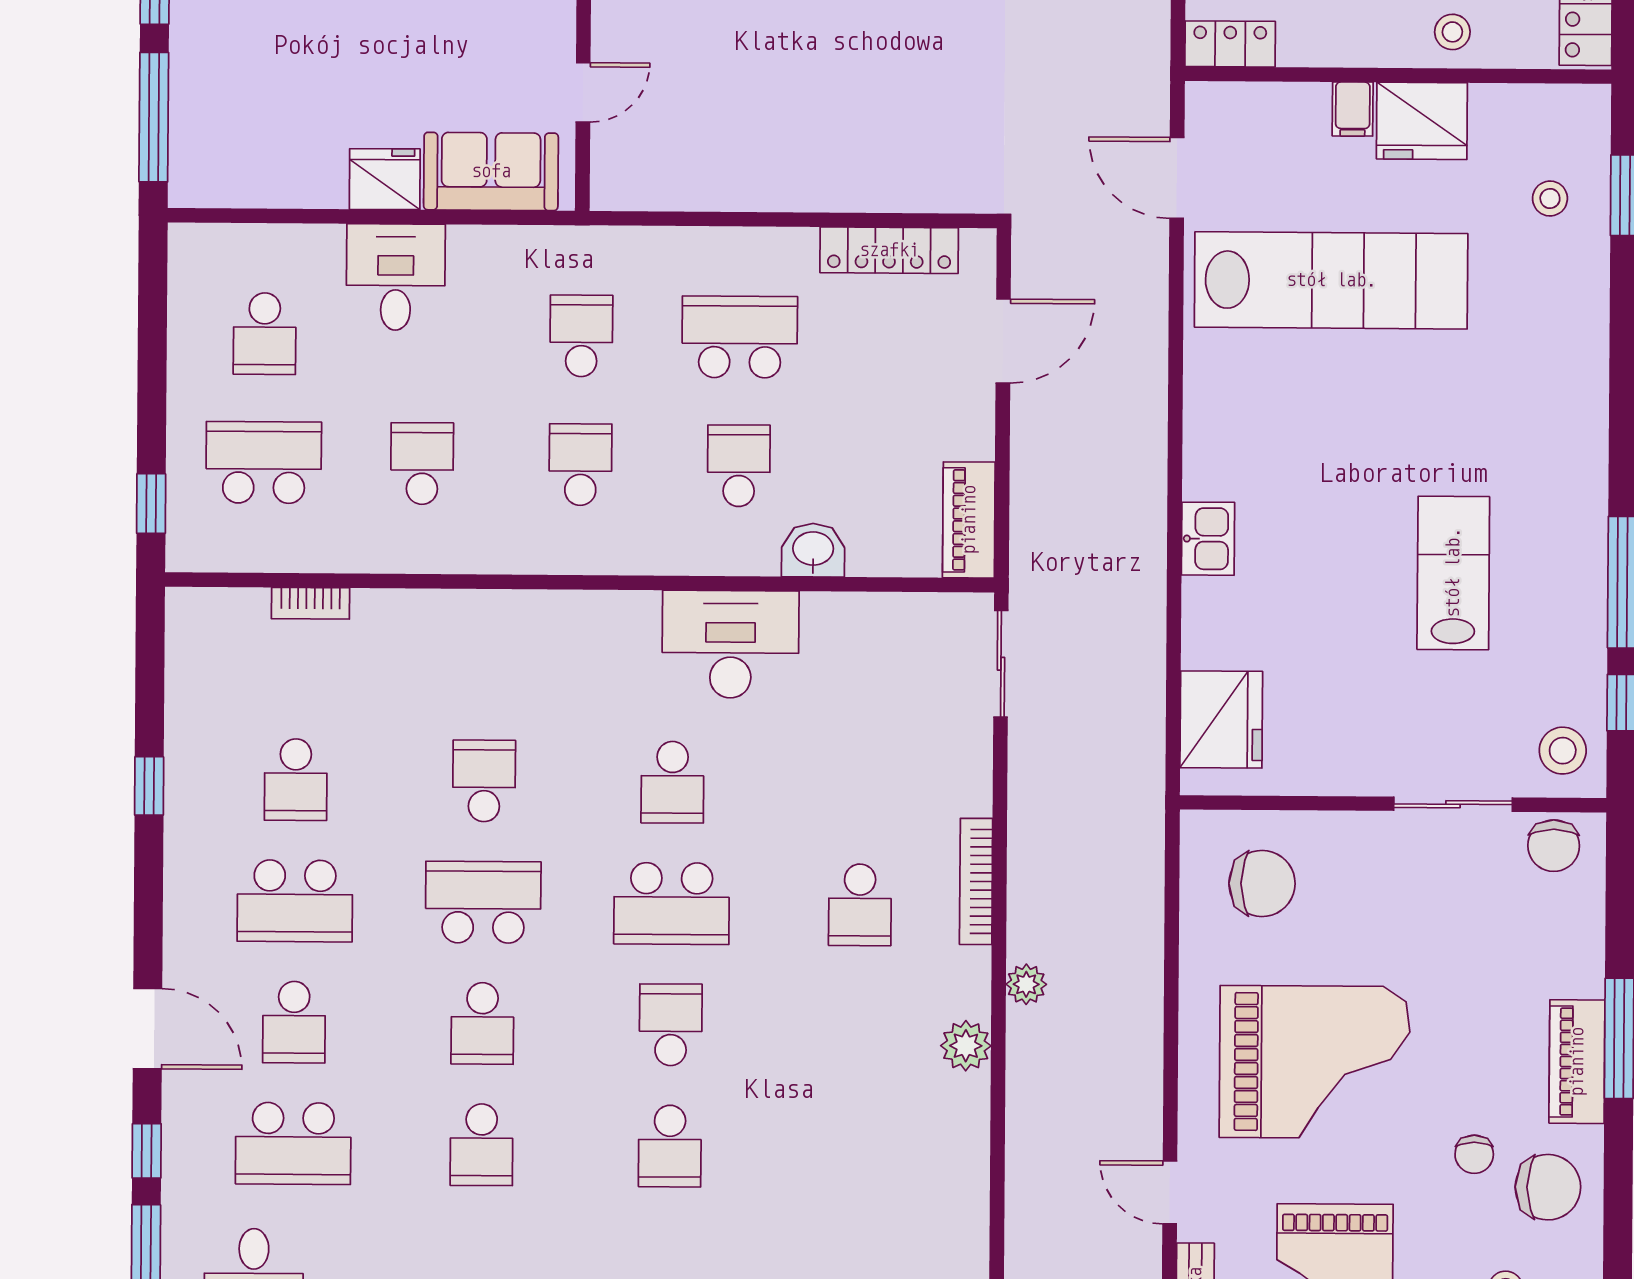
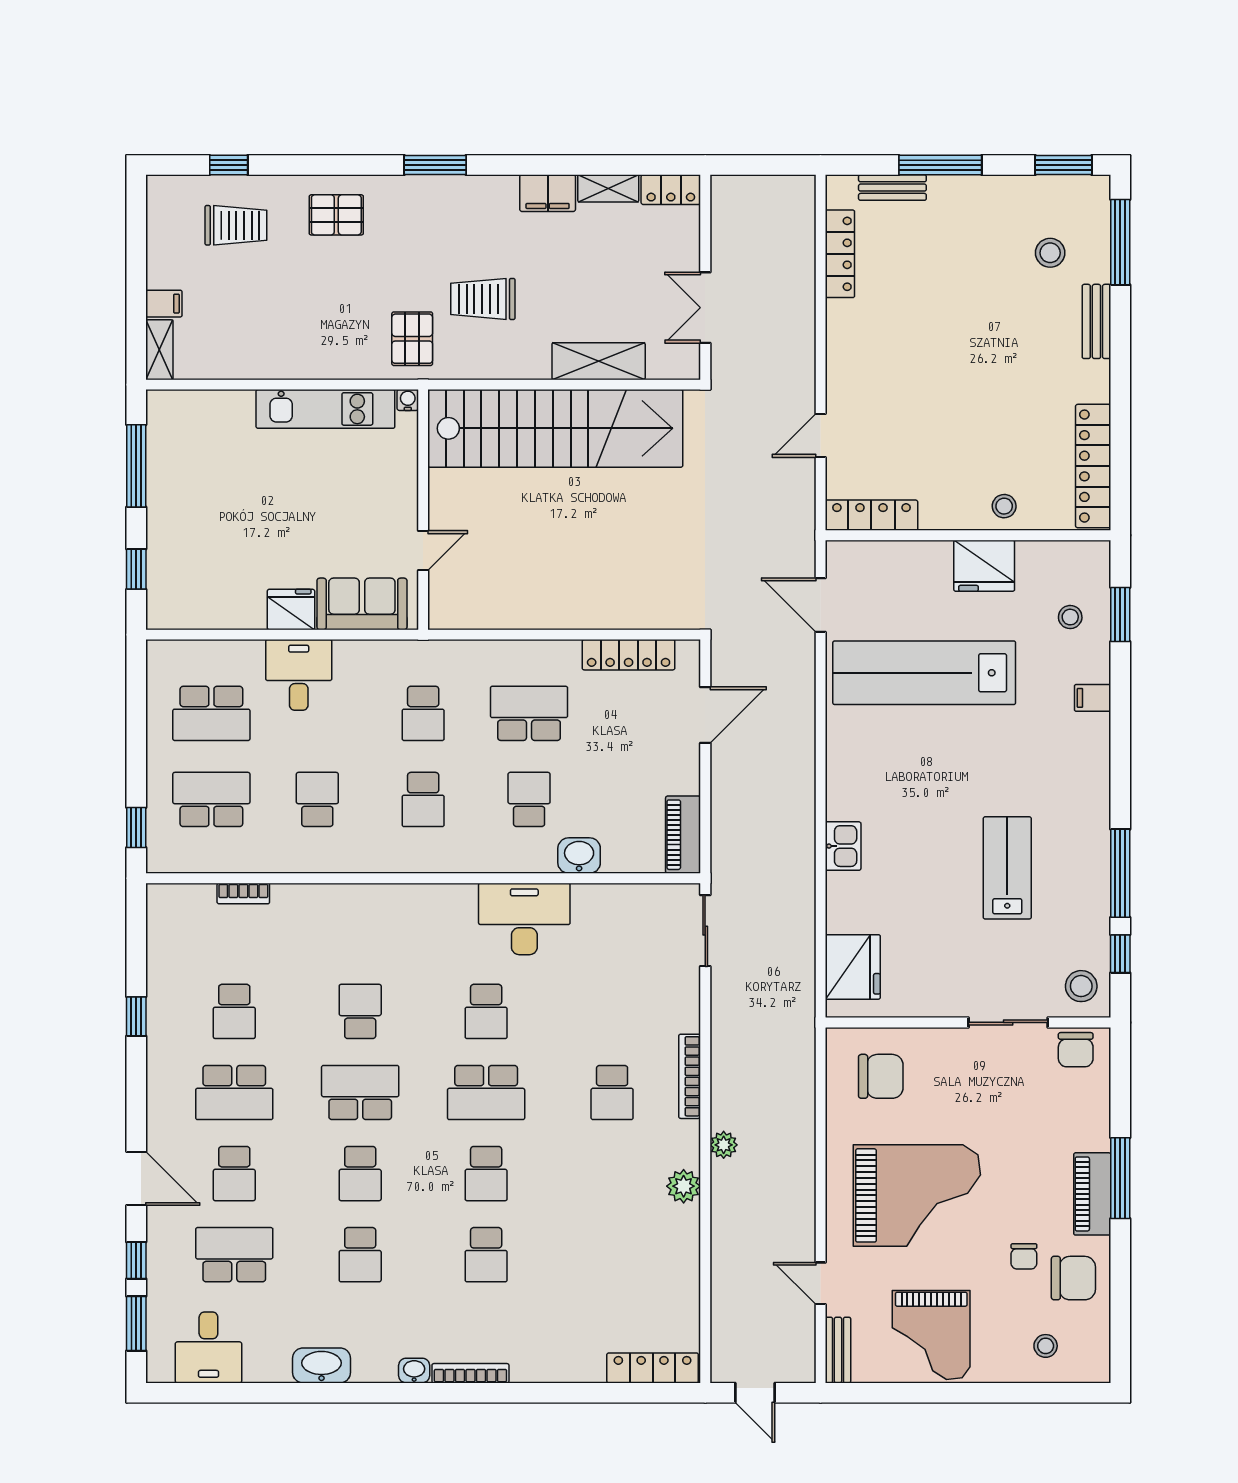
locker: (1230, 44) -> (871, 515), width x1.53
filing cabinet: (1353, 109) -> (1093, 698), moved, turned 90
window: (154, 117) -> (136, 569), width x0.46
lab bench: (1331, 280) -> (924, 673), turned 180
school desk: (265, 334) -> (211, 713), width x1.85
school desk: (581, 336) -> (423, 713), turned 180
school desk: (580, 465) -> (423, 799), turned 180
school desk: (671, 1025) -> (486, 1174), turned 180
school desk: (293, 1143) -> (234, 1255), turned 180

